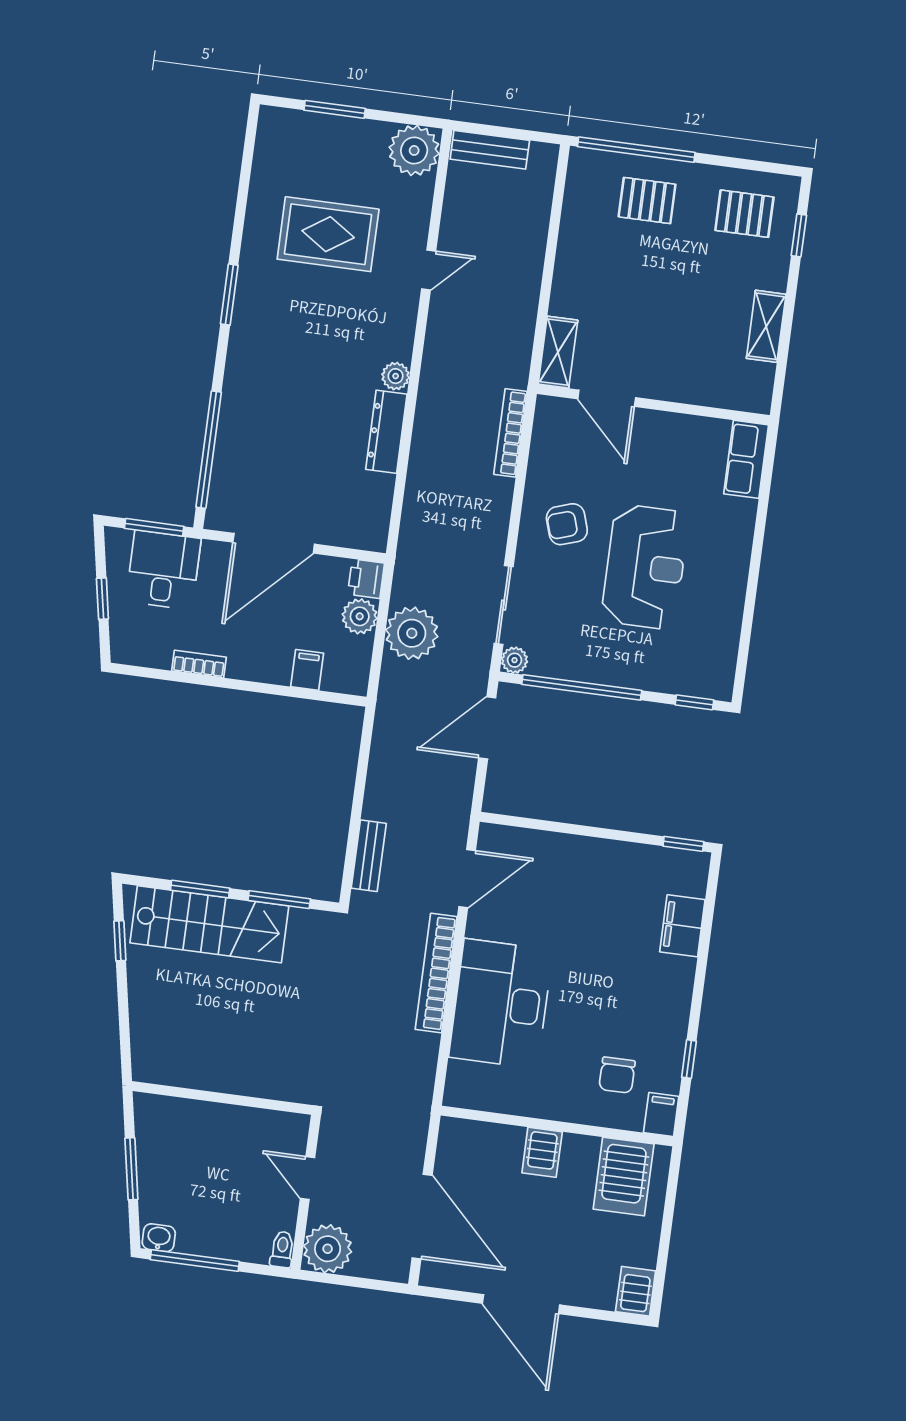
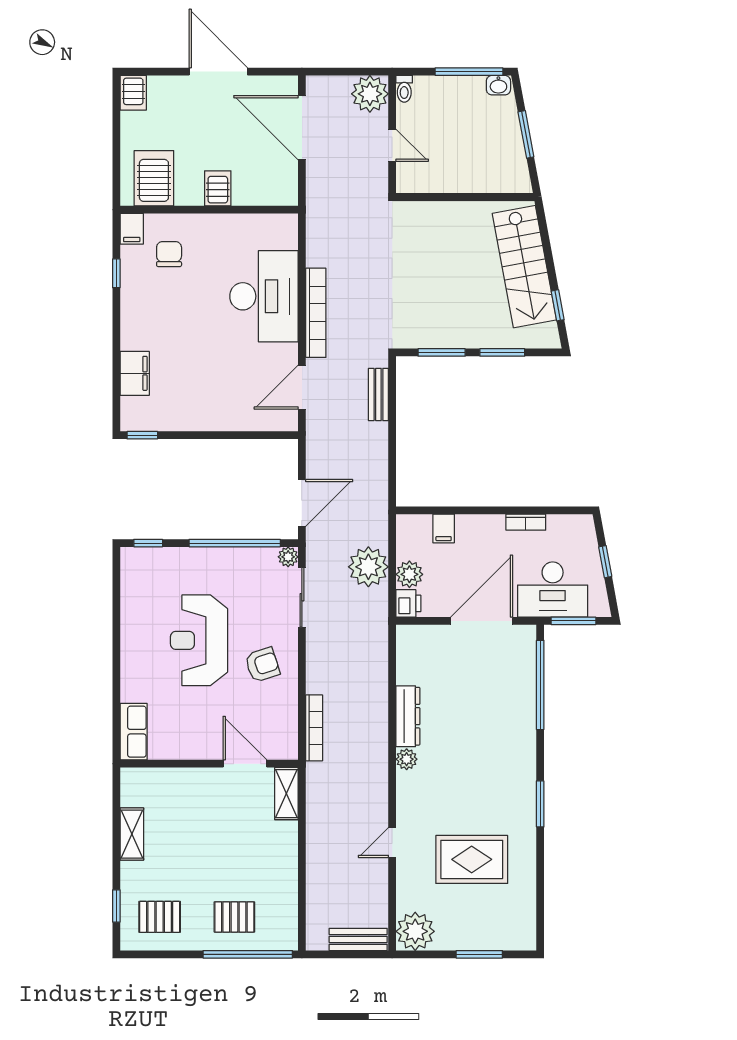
desk: (163, 570) -> (553, 589), width x1.37
stairs: (209, 924) -> (524, 267), moved, turned -101

